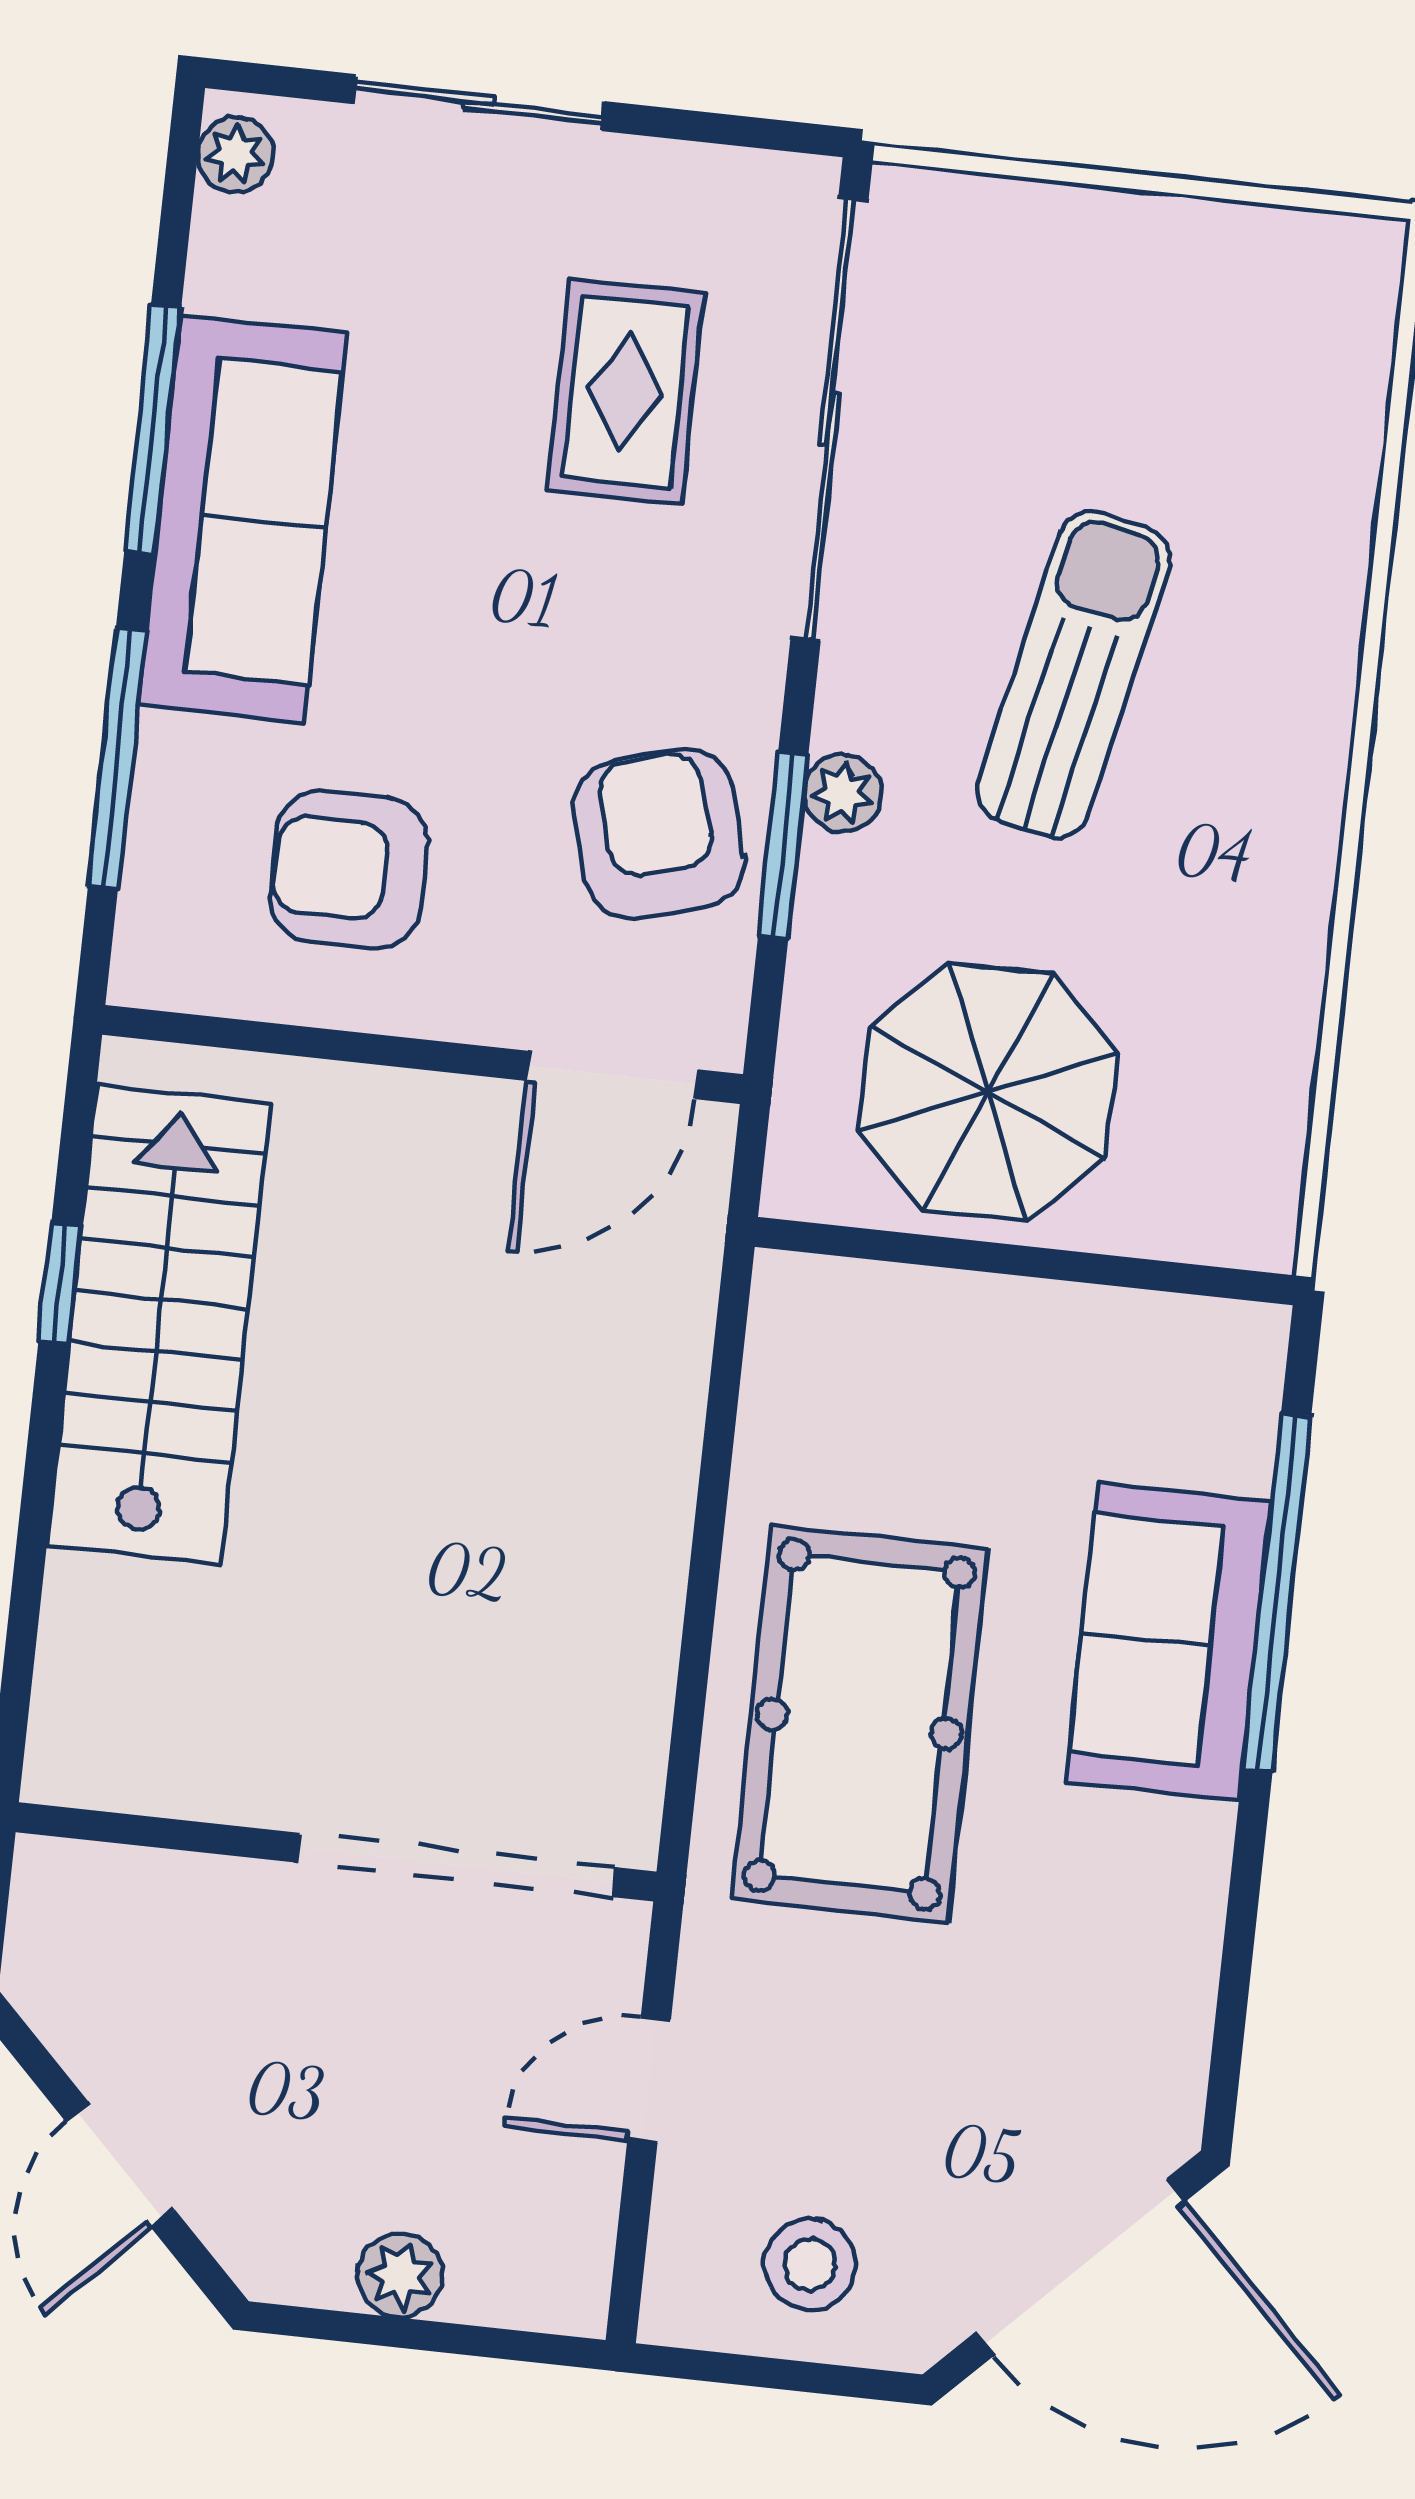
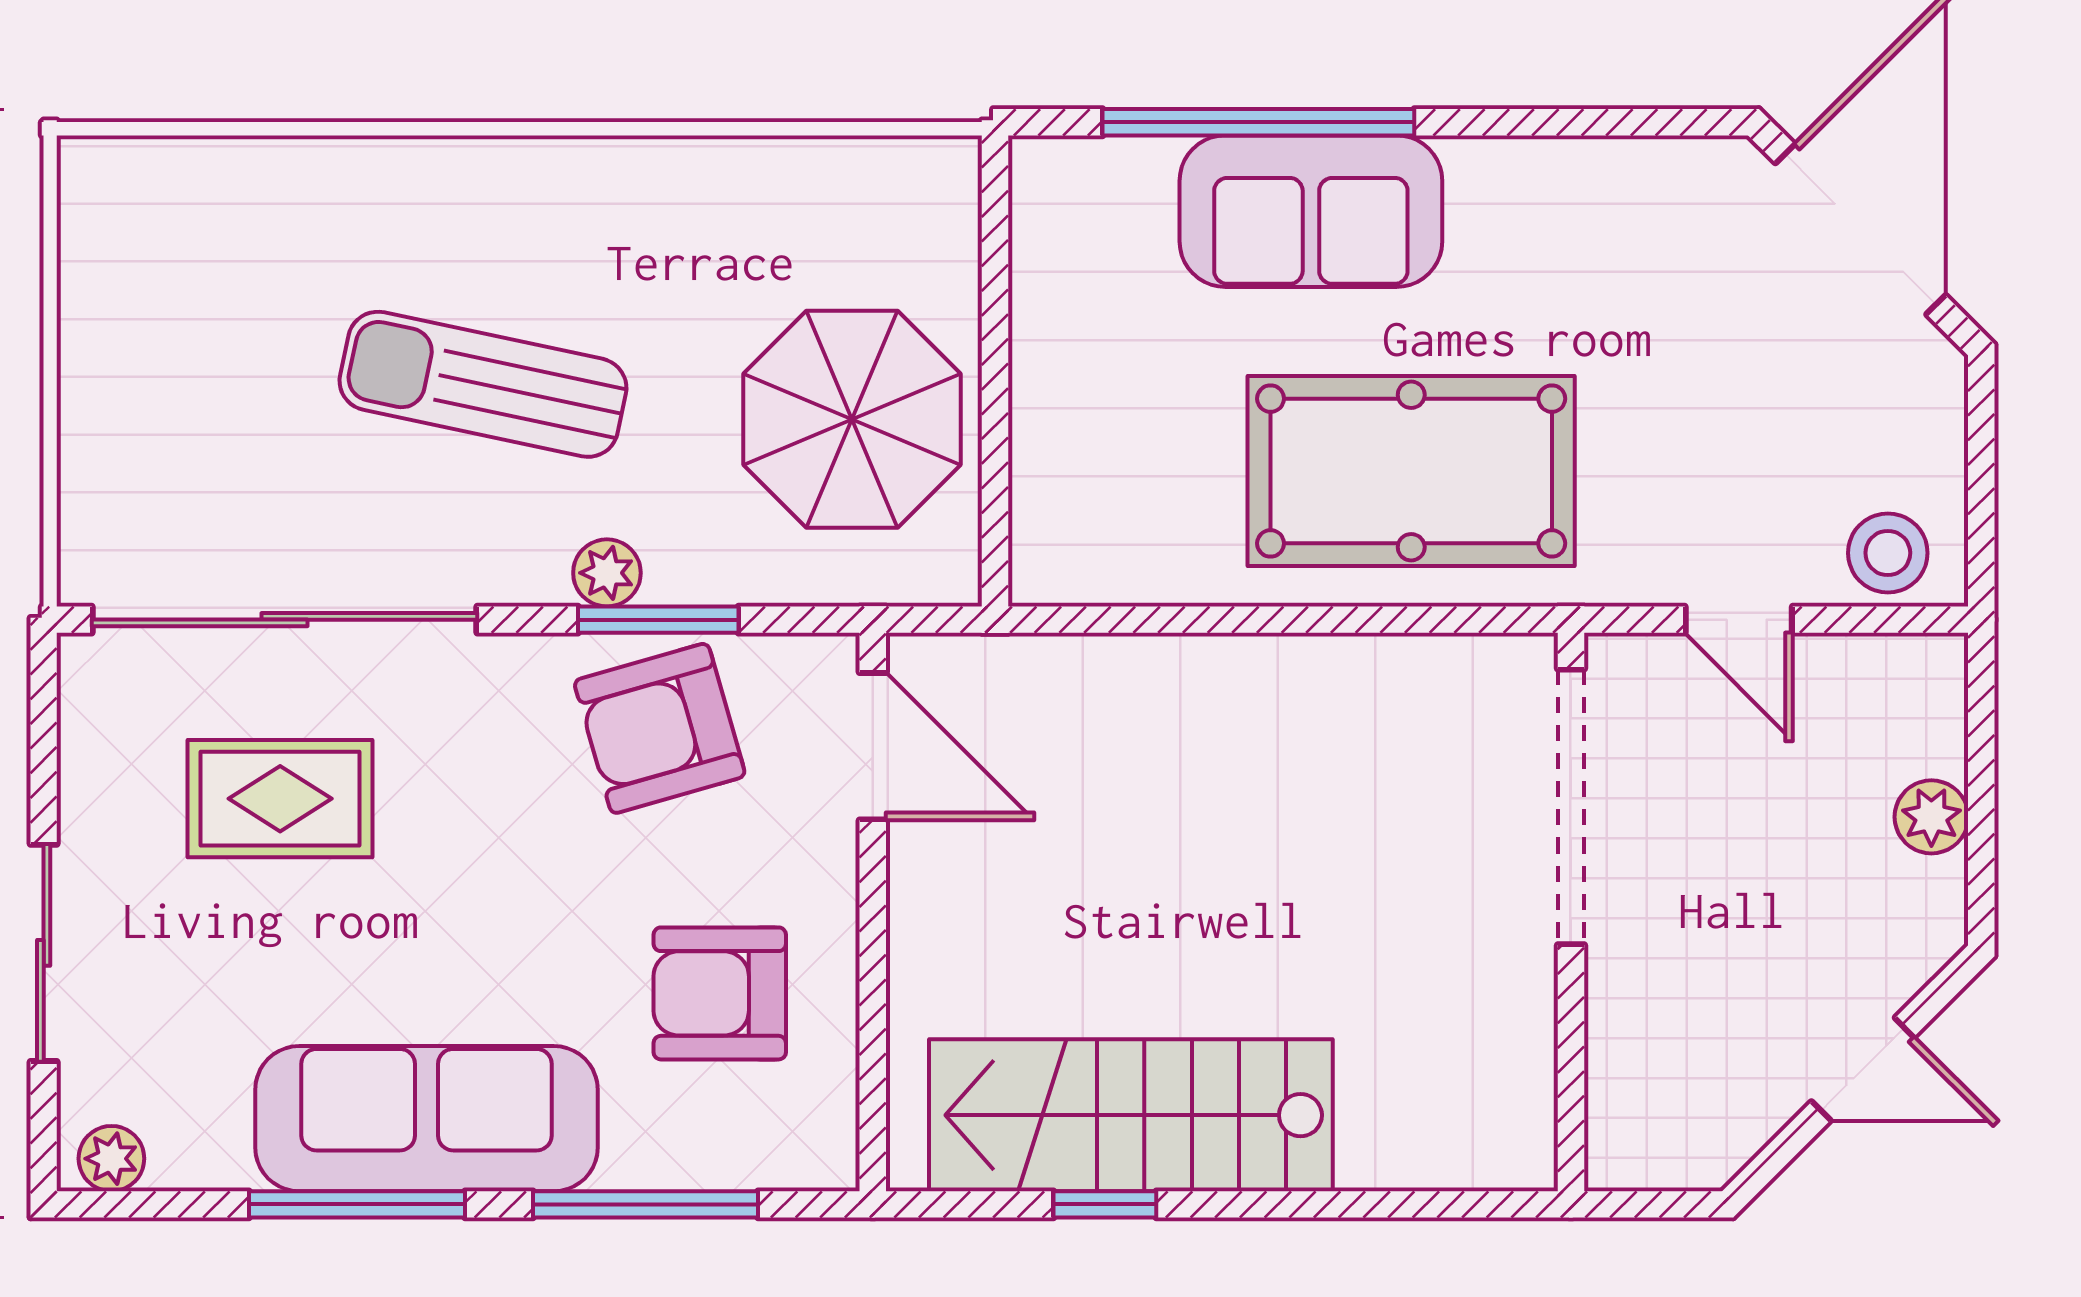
armchair: (349, 870) -> (720, 993), turned 90
stool: (810, 2265) -> (1888, 553), moved

